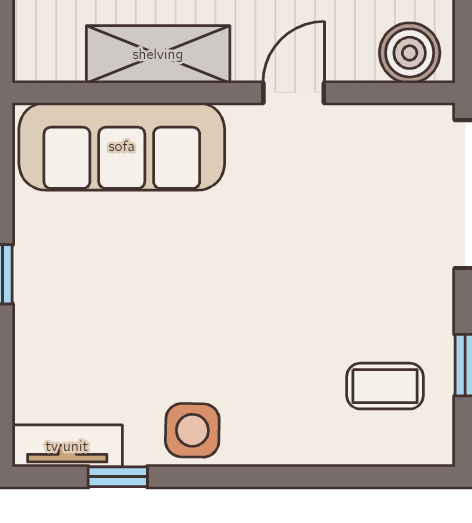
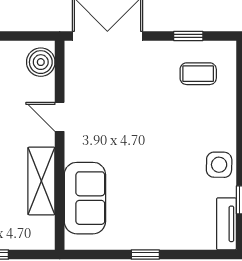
sofa: (122, 146) -> (85, 198), width x0.73
coffee table: (385, 386) -> (198, 74), turned 90

